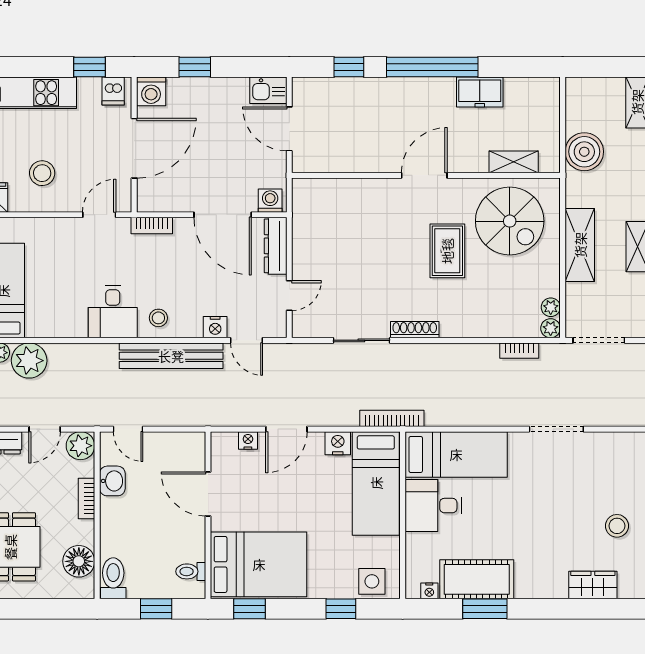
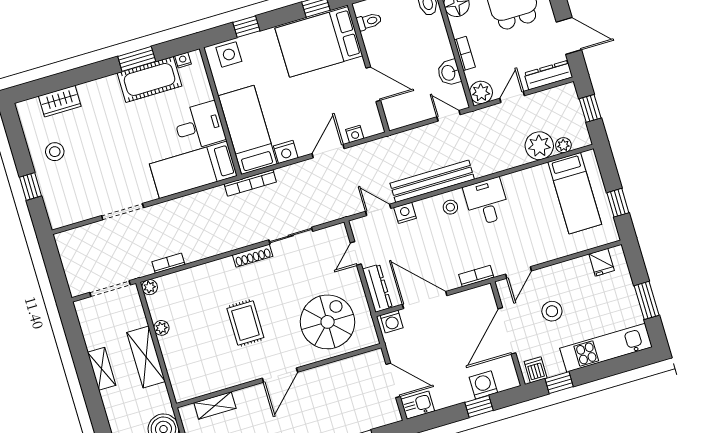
washing machine: (151, 91) -> (483, 385), moved
stool: (42, 173) -> (552, 311), moved
spiral stairs: (510, 221) -> (328, 322), moved, turned 90
plant: (551, 307) -> (161, 328), moved

